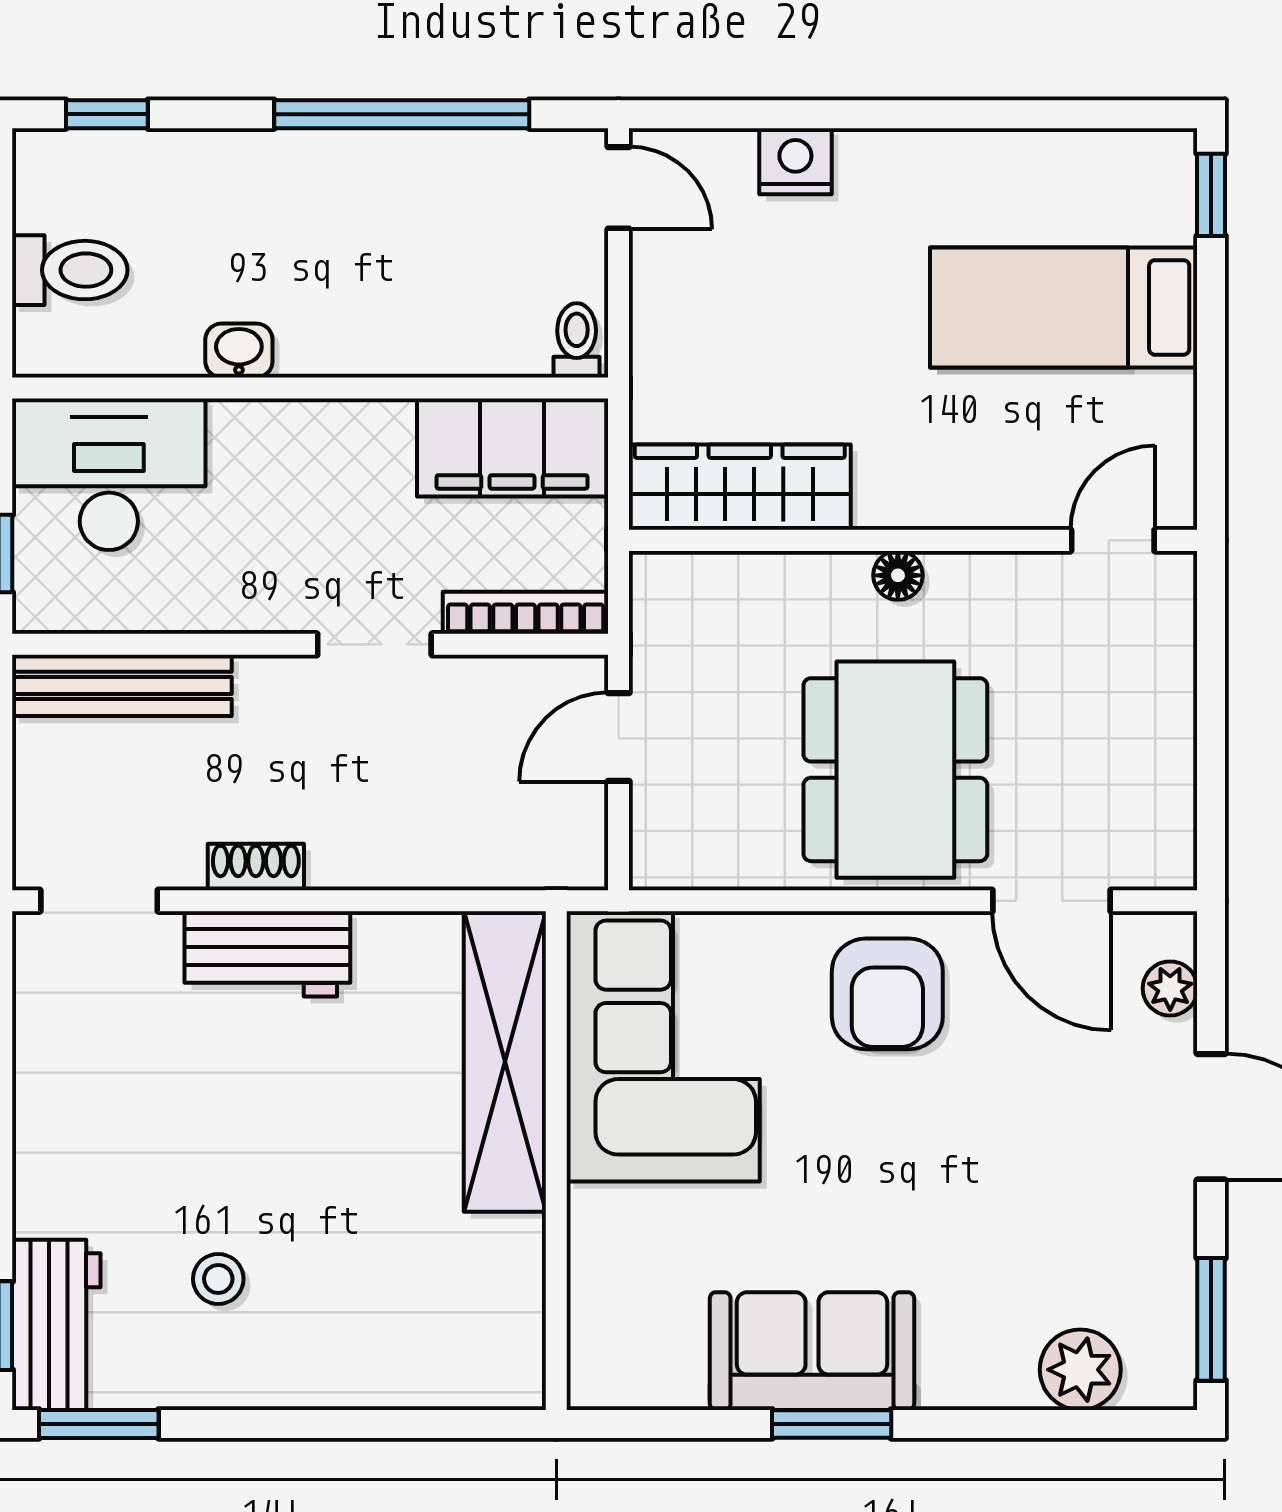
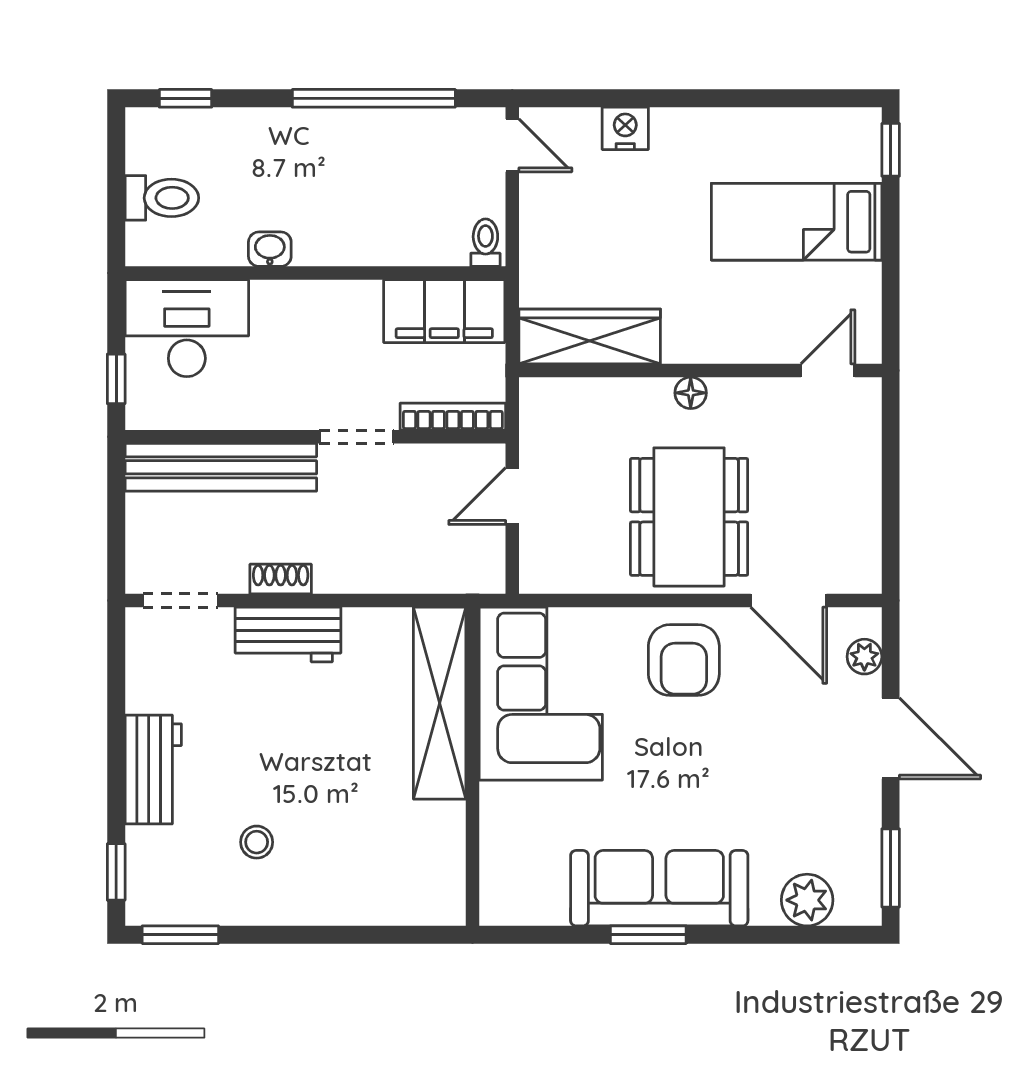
bench: (122, 685) -> (221, 467), width x1.37, depth x1.21
workbench: (56, 1325) -> (153, 770), moved
sofa: (812, 1351) -> (659, 888), width x1.36

